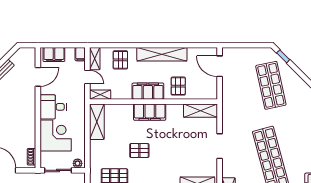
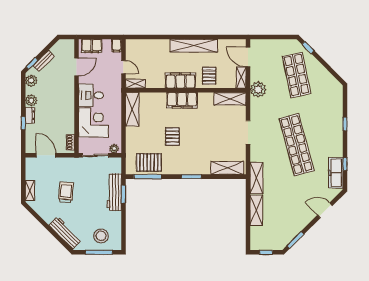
shelving: (95, 59) -> (241, 78), moved
pallet: (120, 60) -> (154, 51), removed
plant: (230, 101) -> (258, 89), added
pallet: (139, 151) -> (172, 137), turned 90

